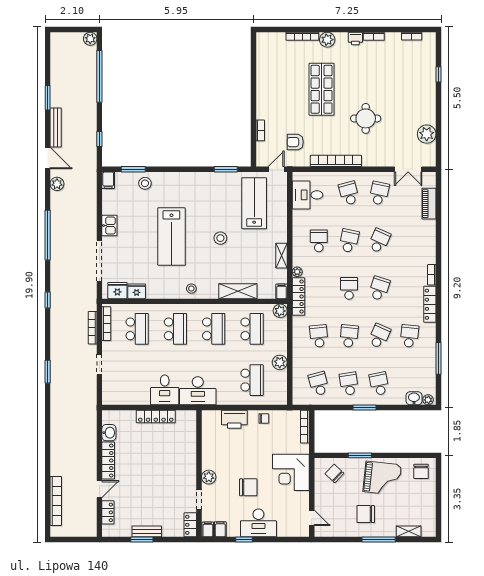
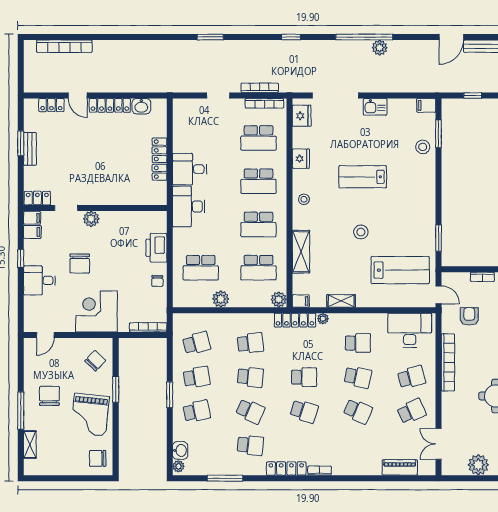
plant: (57, 184) -> (380, 48), moved
school desk: (379, 193) -> (412, 411), turned -36
desk: (307, 195) -> (410, 330), width x1.37
lab bench: (171, 237) -> (363, 177), width x0.73, depth x0.72
fridge: (137, 291) -> (301, 159), moved
desk: (258, 523) -> (39, 280), width x0.73

